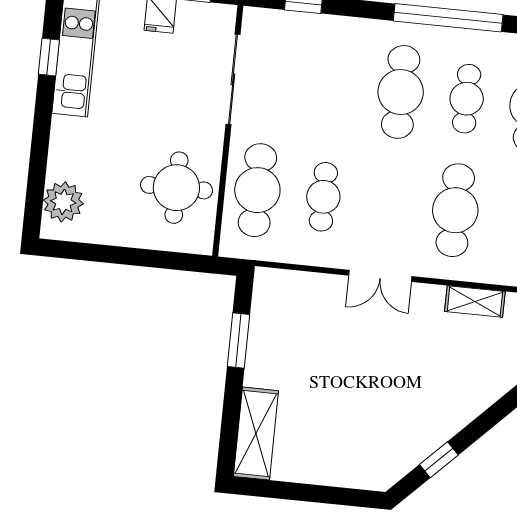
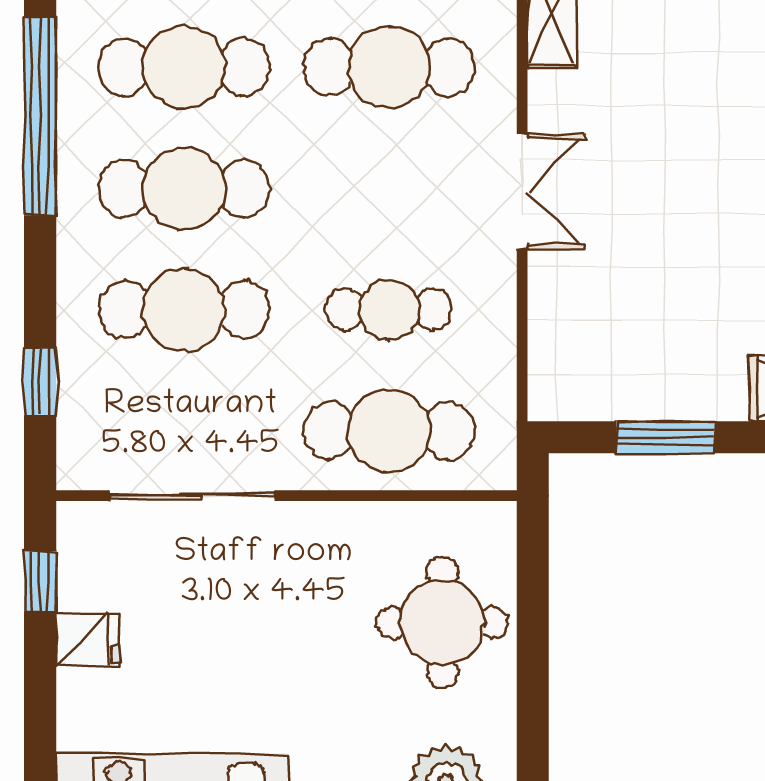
cafe table: (335, 85) -> (184, 310), added
cafe table: (467, 99) -> (184, 67), width x1.37, depth x1.35
round table: (176, 188) -> (442, 623), moved

